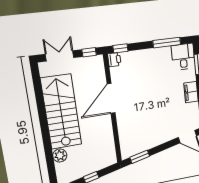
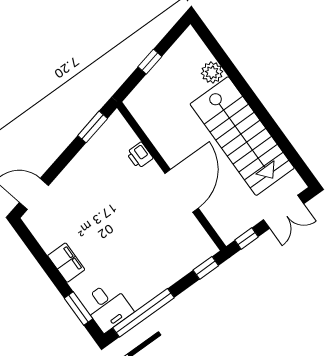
window: (167, 43) -> (144, 313), width x1.46
printer: (114, 60) -> (140, 155), moved

